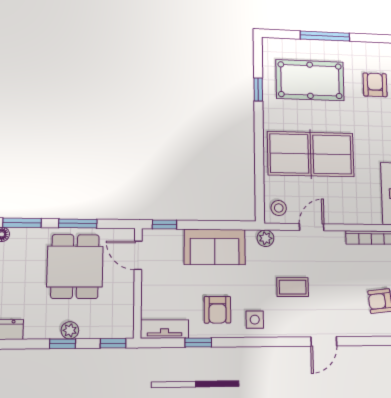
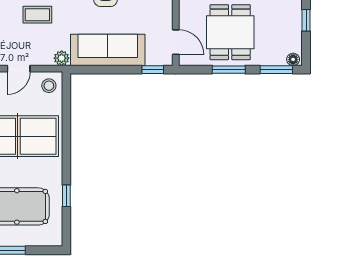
sofa: (215, 247) -> (108, 50), width x1.36

